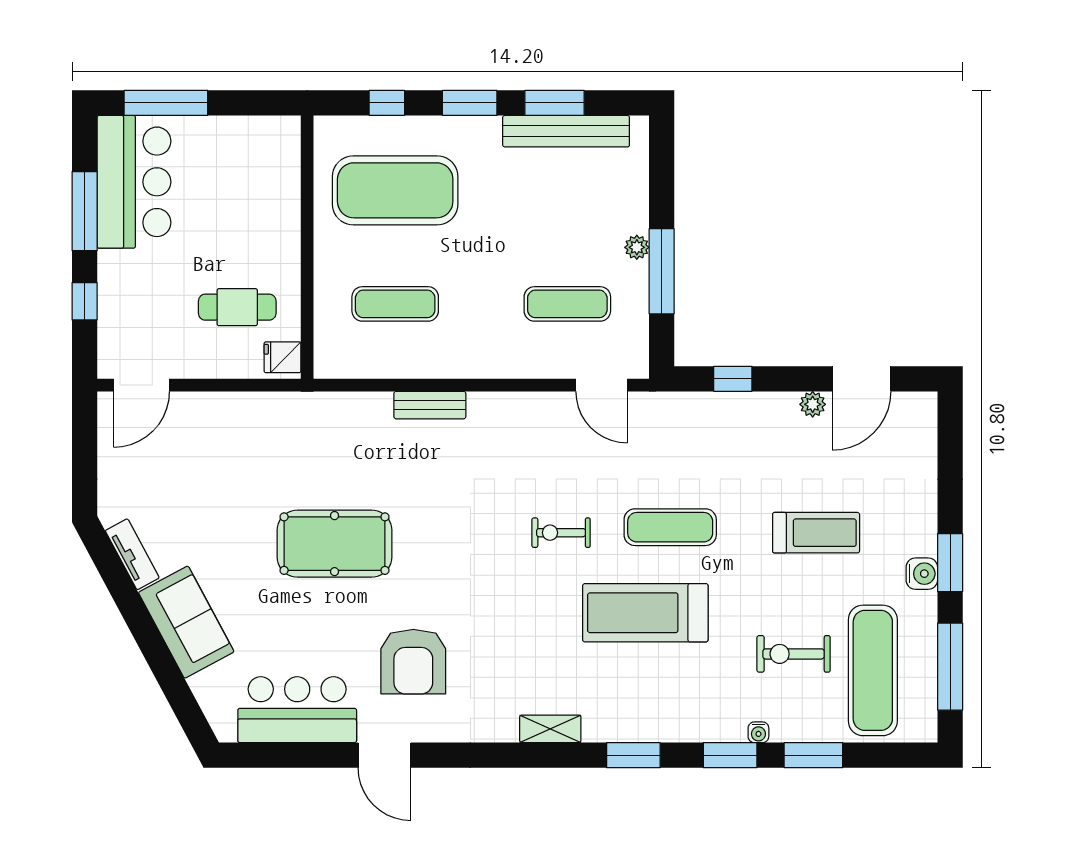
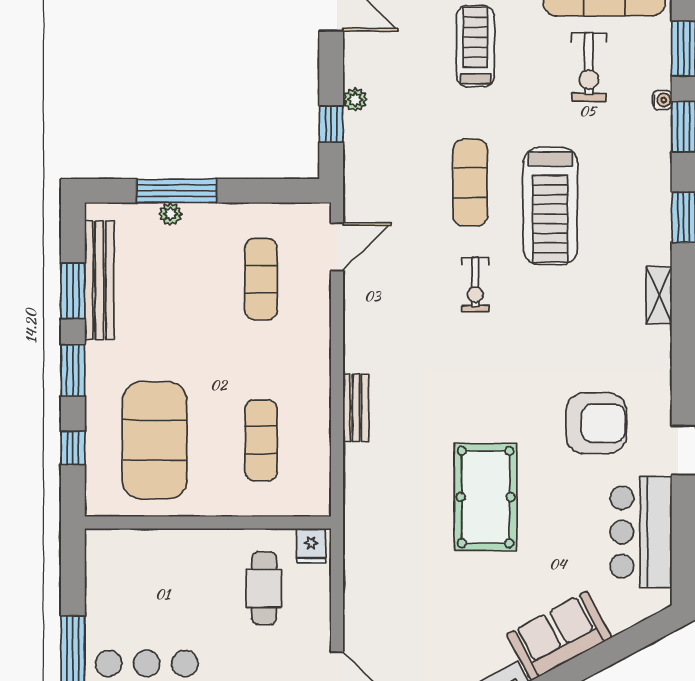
plant: (637, 247) -> (170, 214), moved
window: (662, 271) -> (176, 191), moved
plant: (813, 404) -> (355, 100), moved

